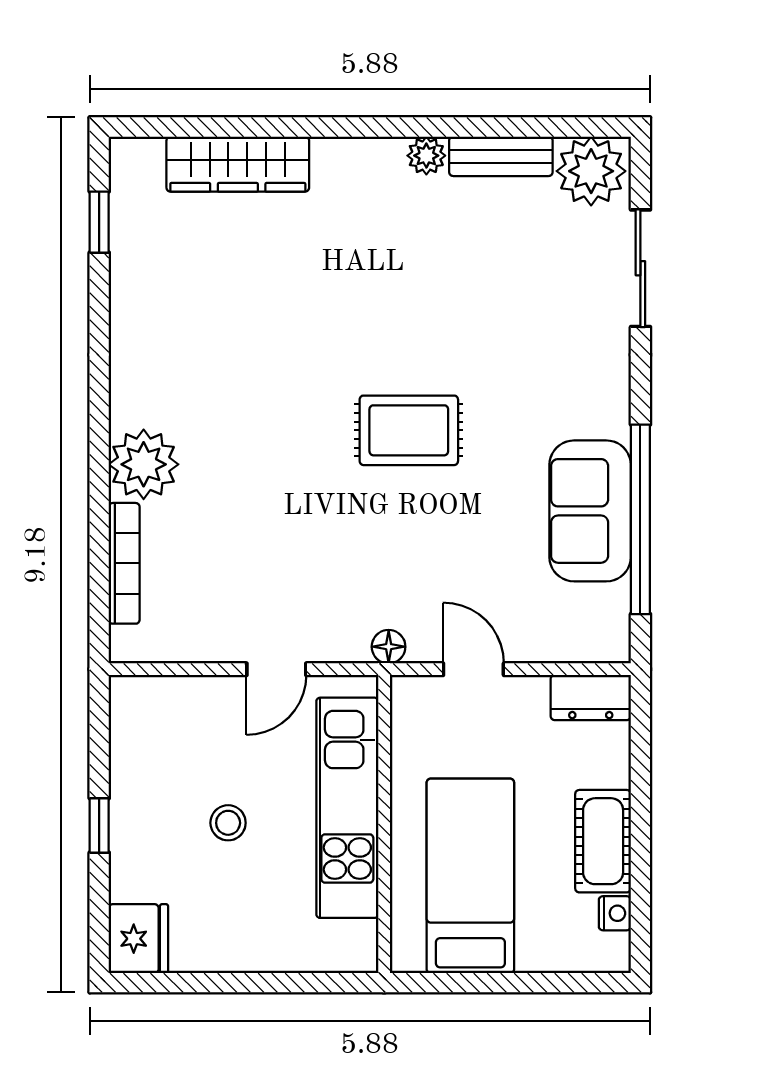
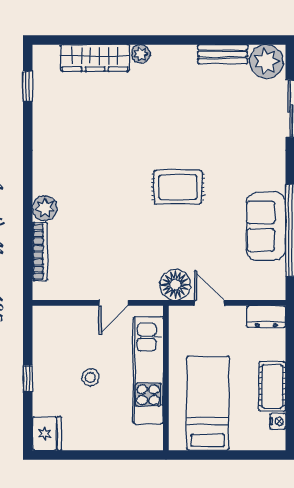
plant: (426, 156) -> (141, 54), moved
plant: (144, 464) -> (45, 208), width x0.73, depth x0.73
floor lamp: (389, 647) -> (175, 285), width x1.89, depth x1.89

